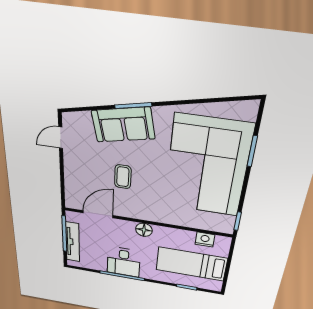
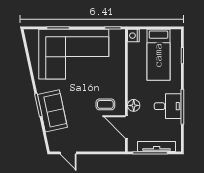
coffee table: (123, 177) -> (105, 104), moved
floor lamp: (144, 230) -> (134, 105), moved
nightstand: (205, 240) -> (133, 36), moved

